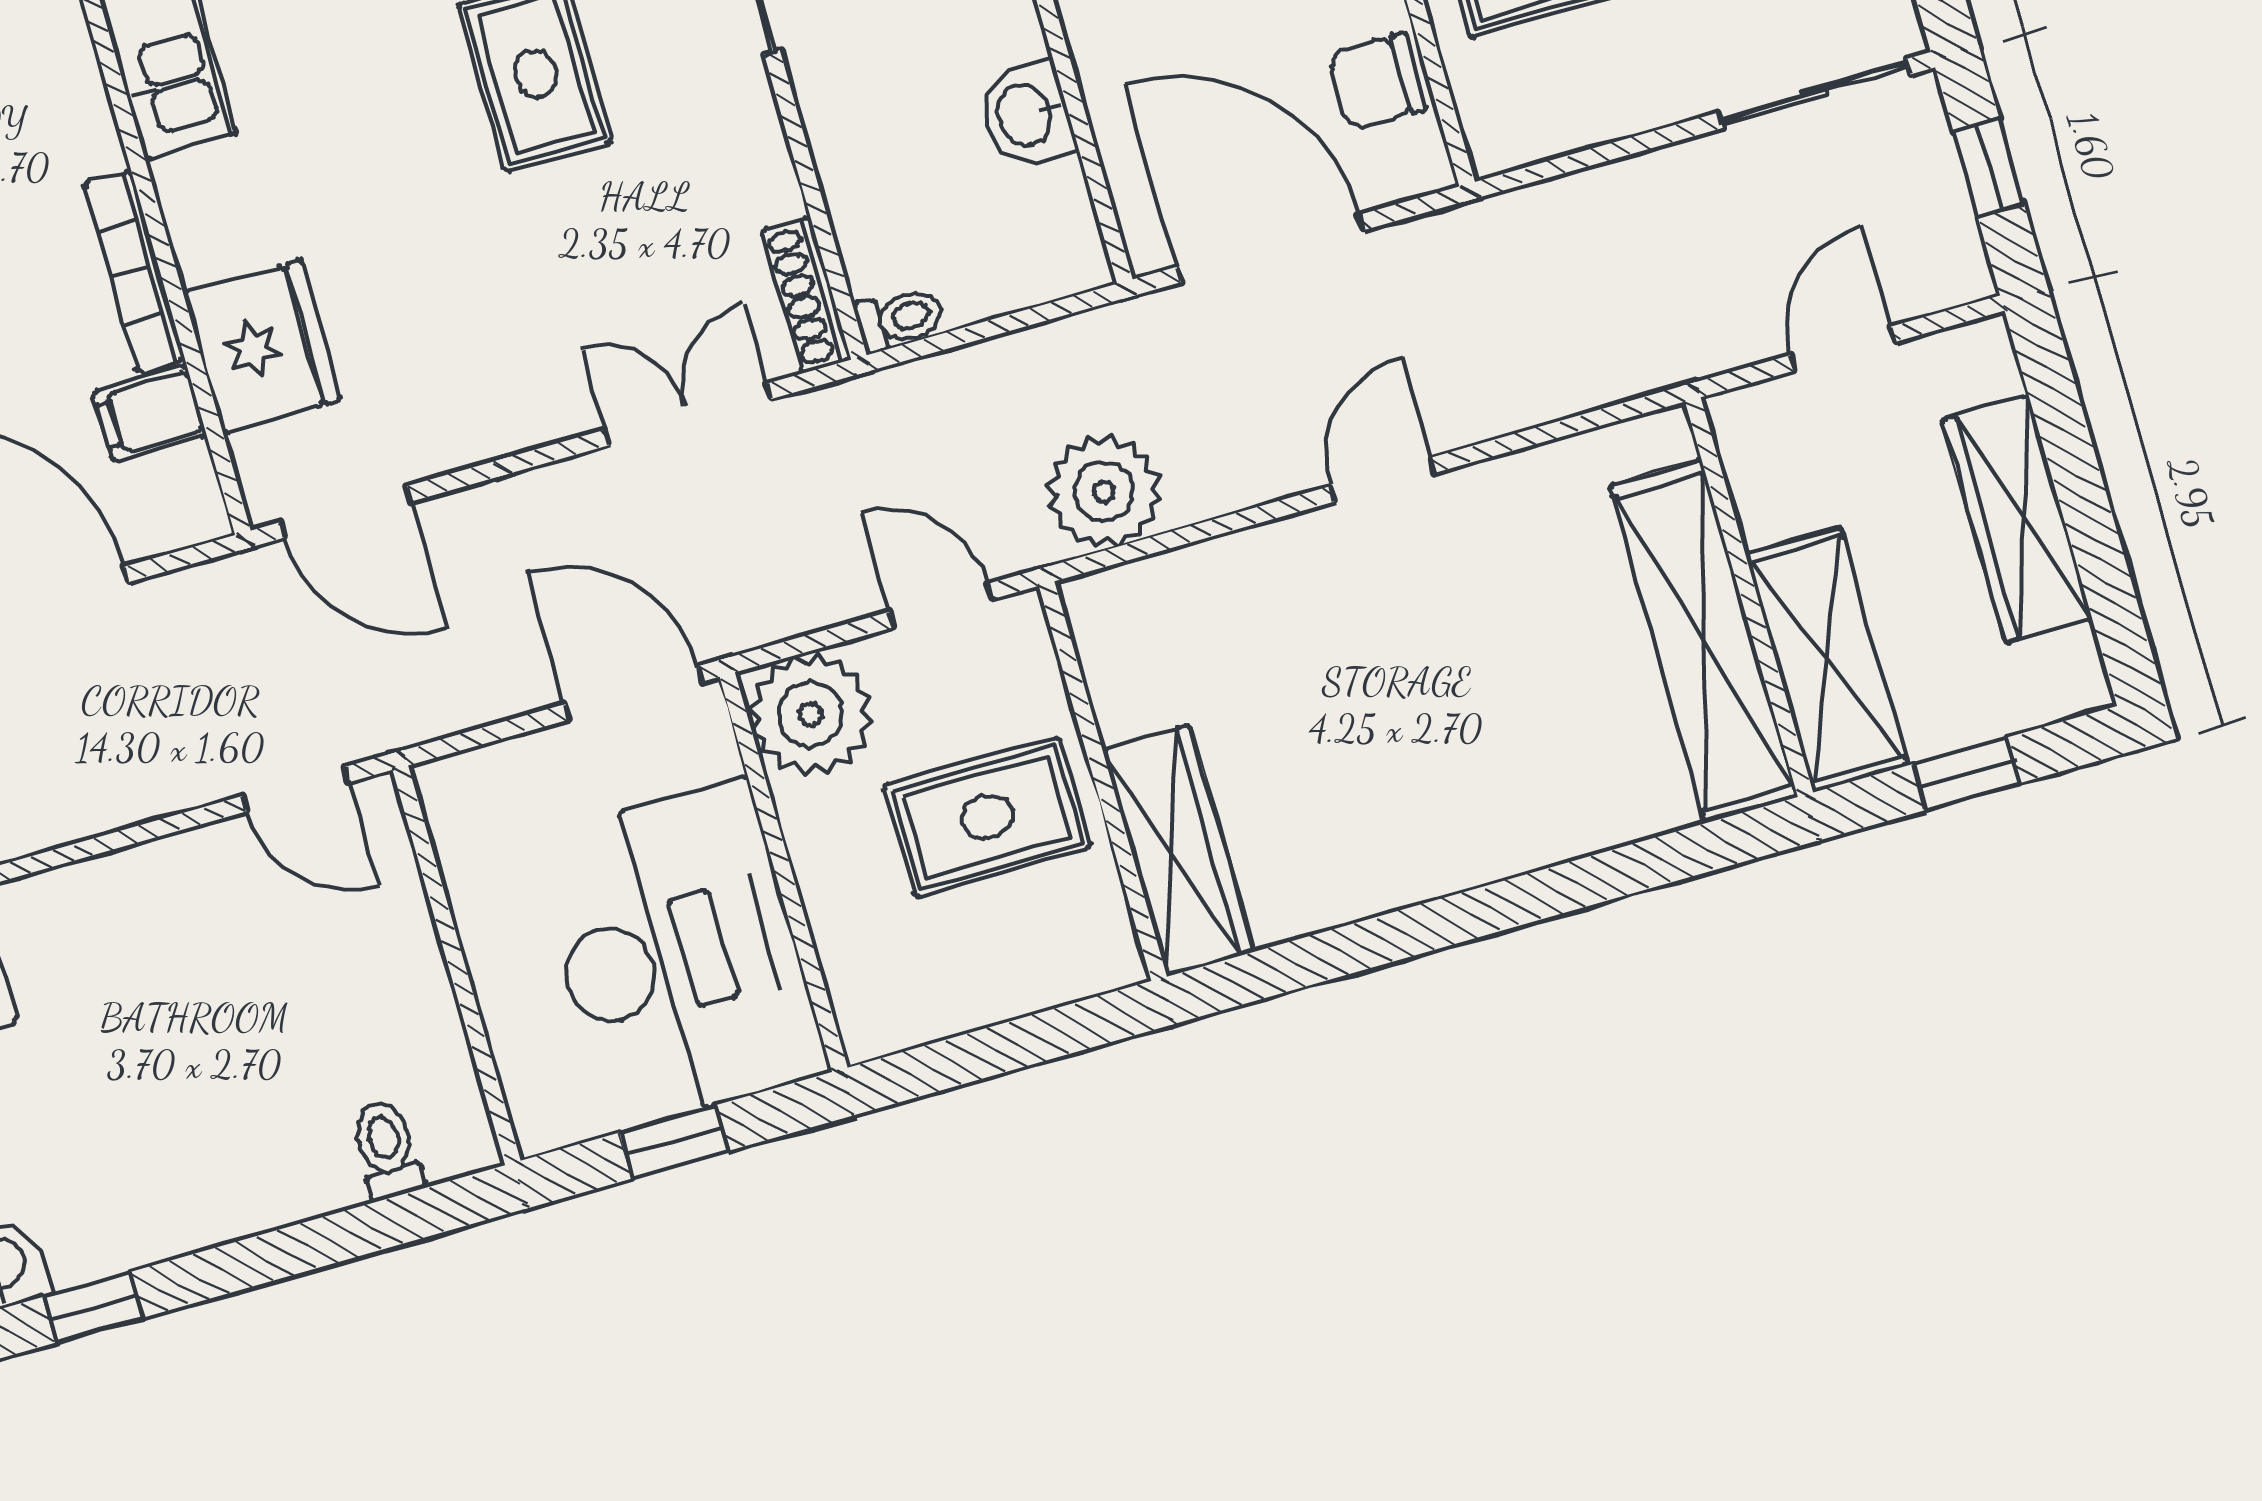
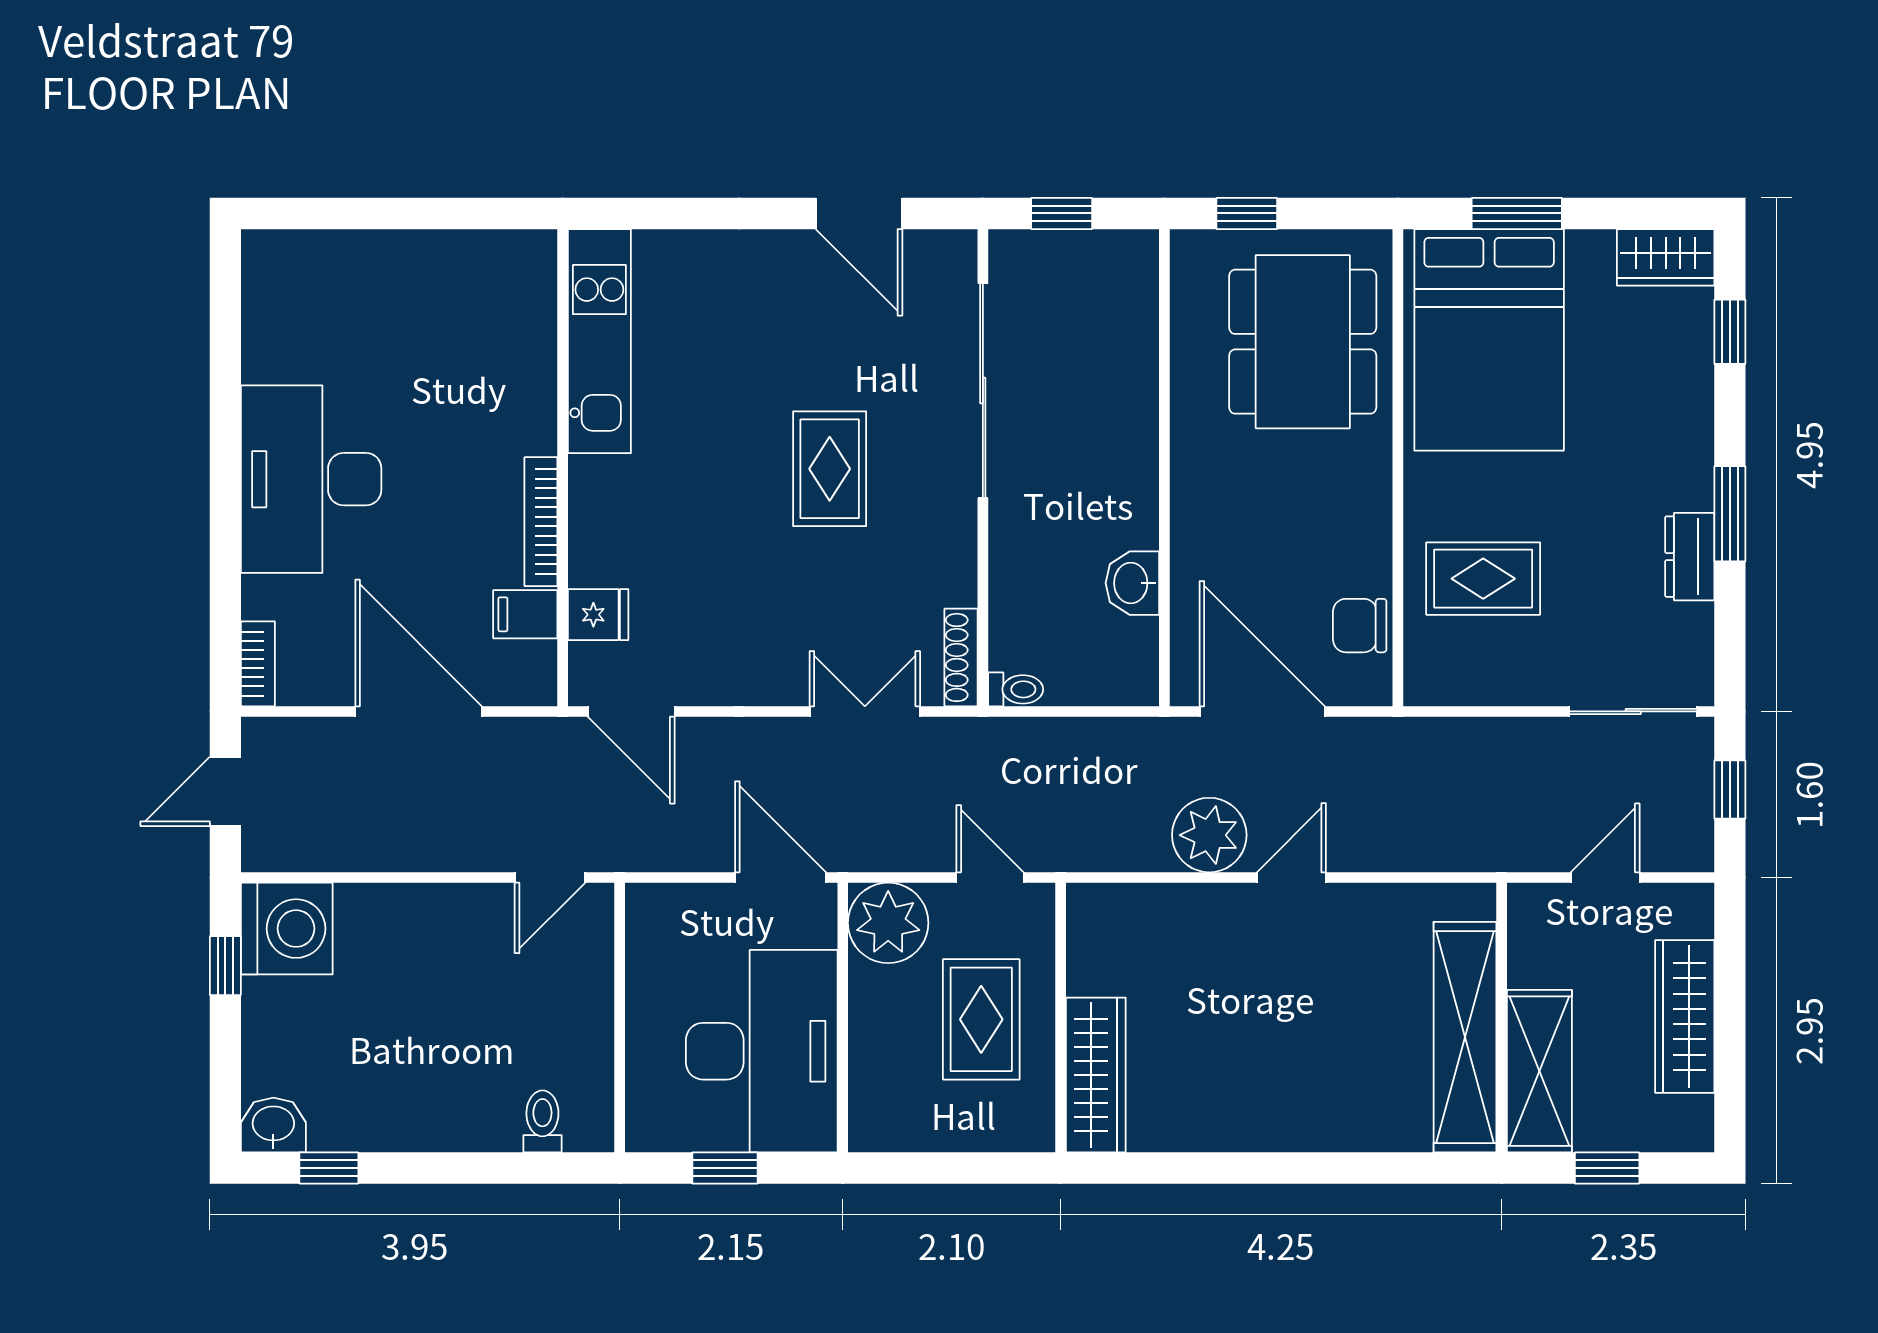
fridge: (262, 347) -> (598, 615), width x0.53, depth x0.75
plant: (1104, 492) -> (1209, 835), moved
door: (296, 789) -> (550, 878), hinge flipped
rug: (987, 817) -> (981, 1019), turned 90

